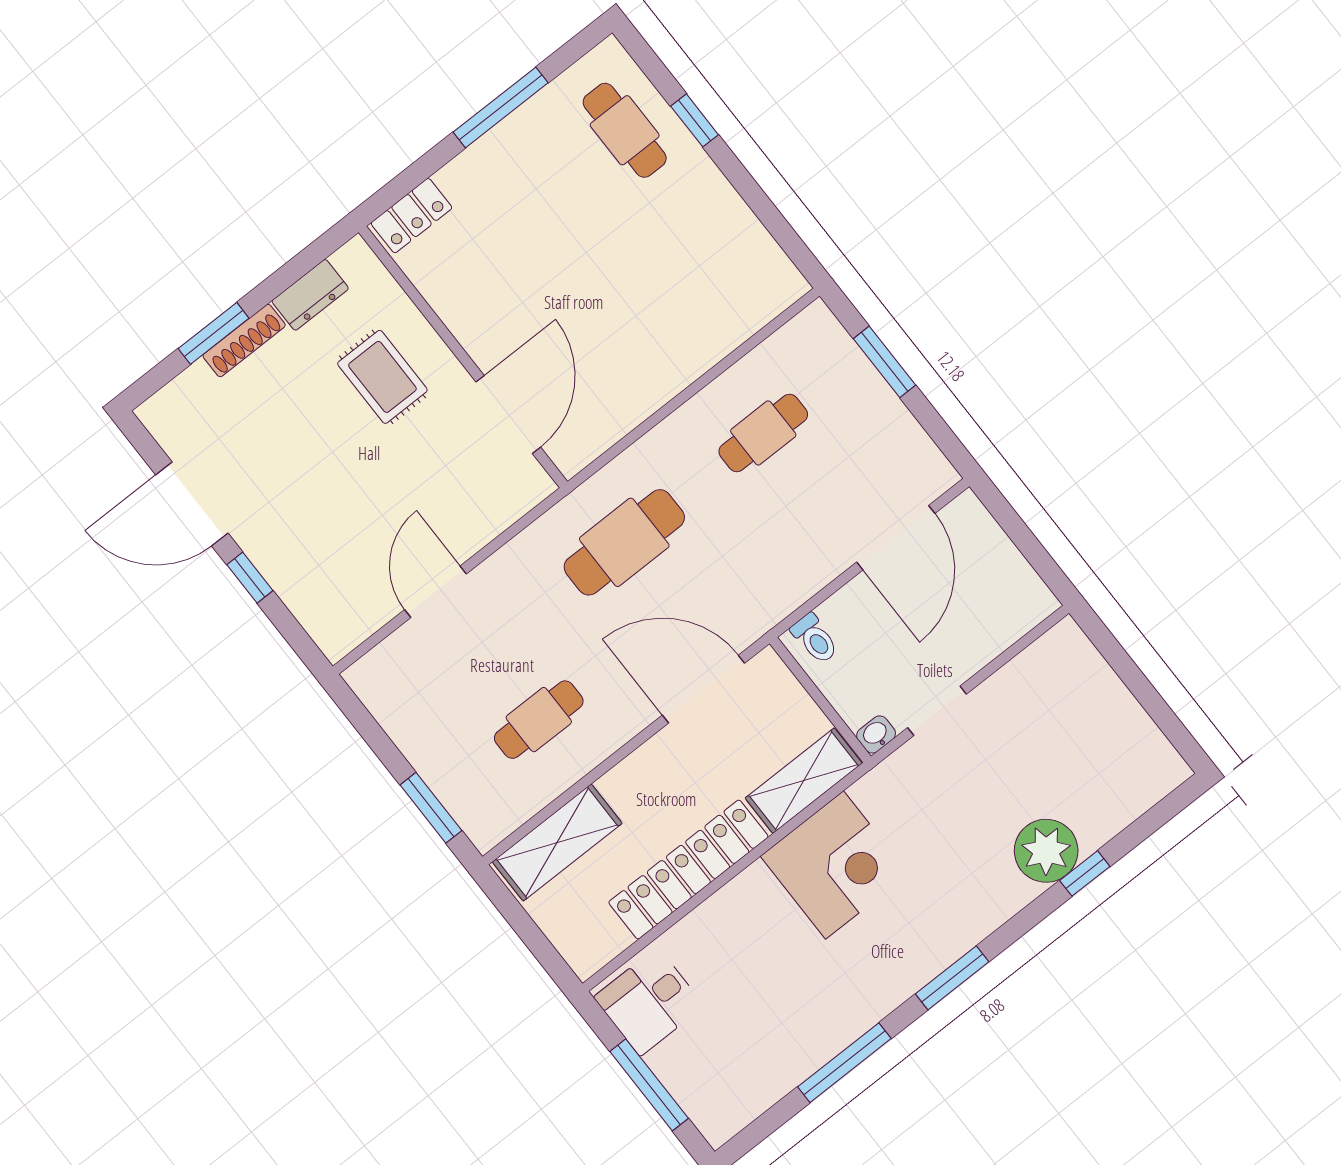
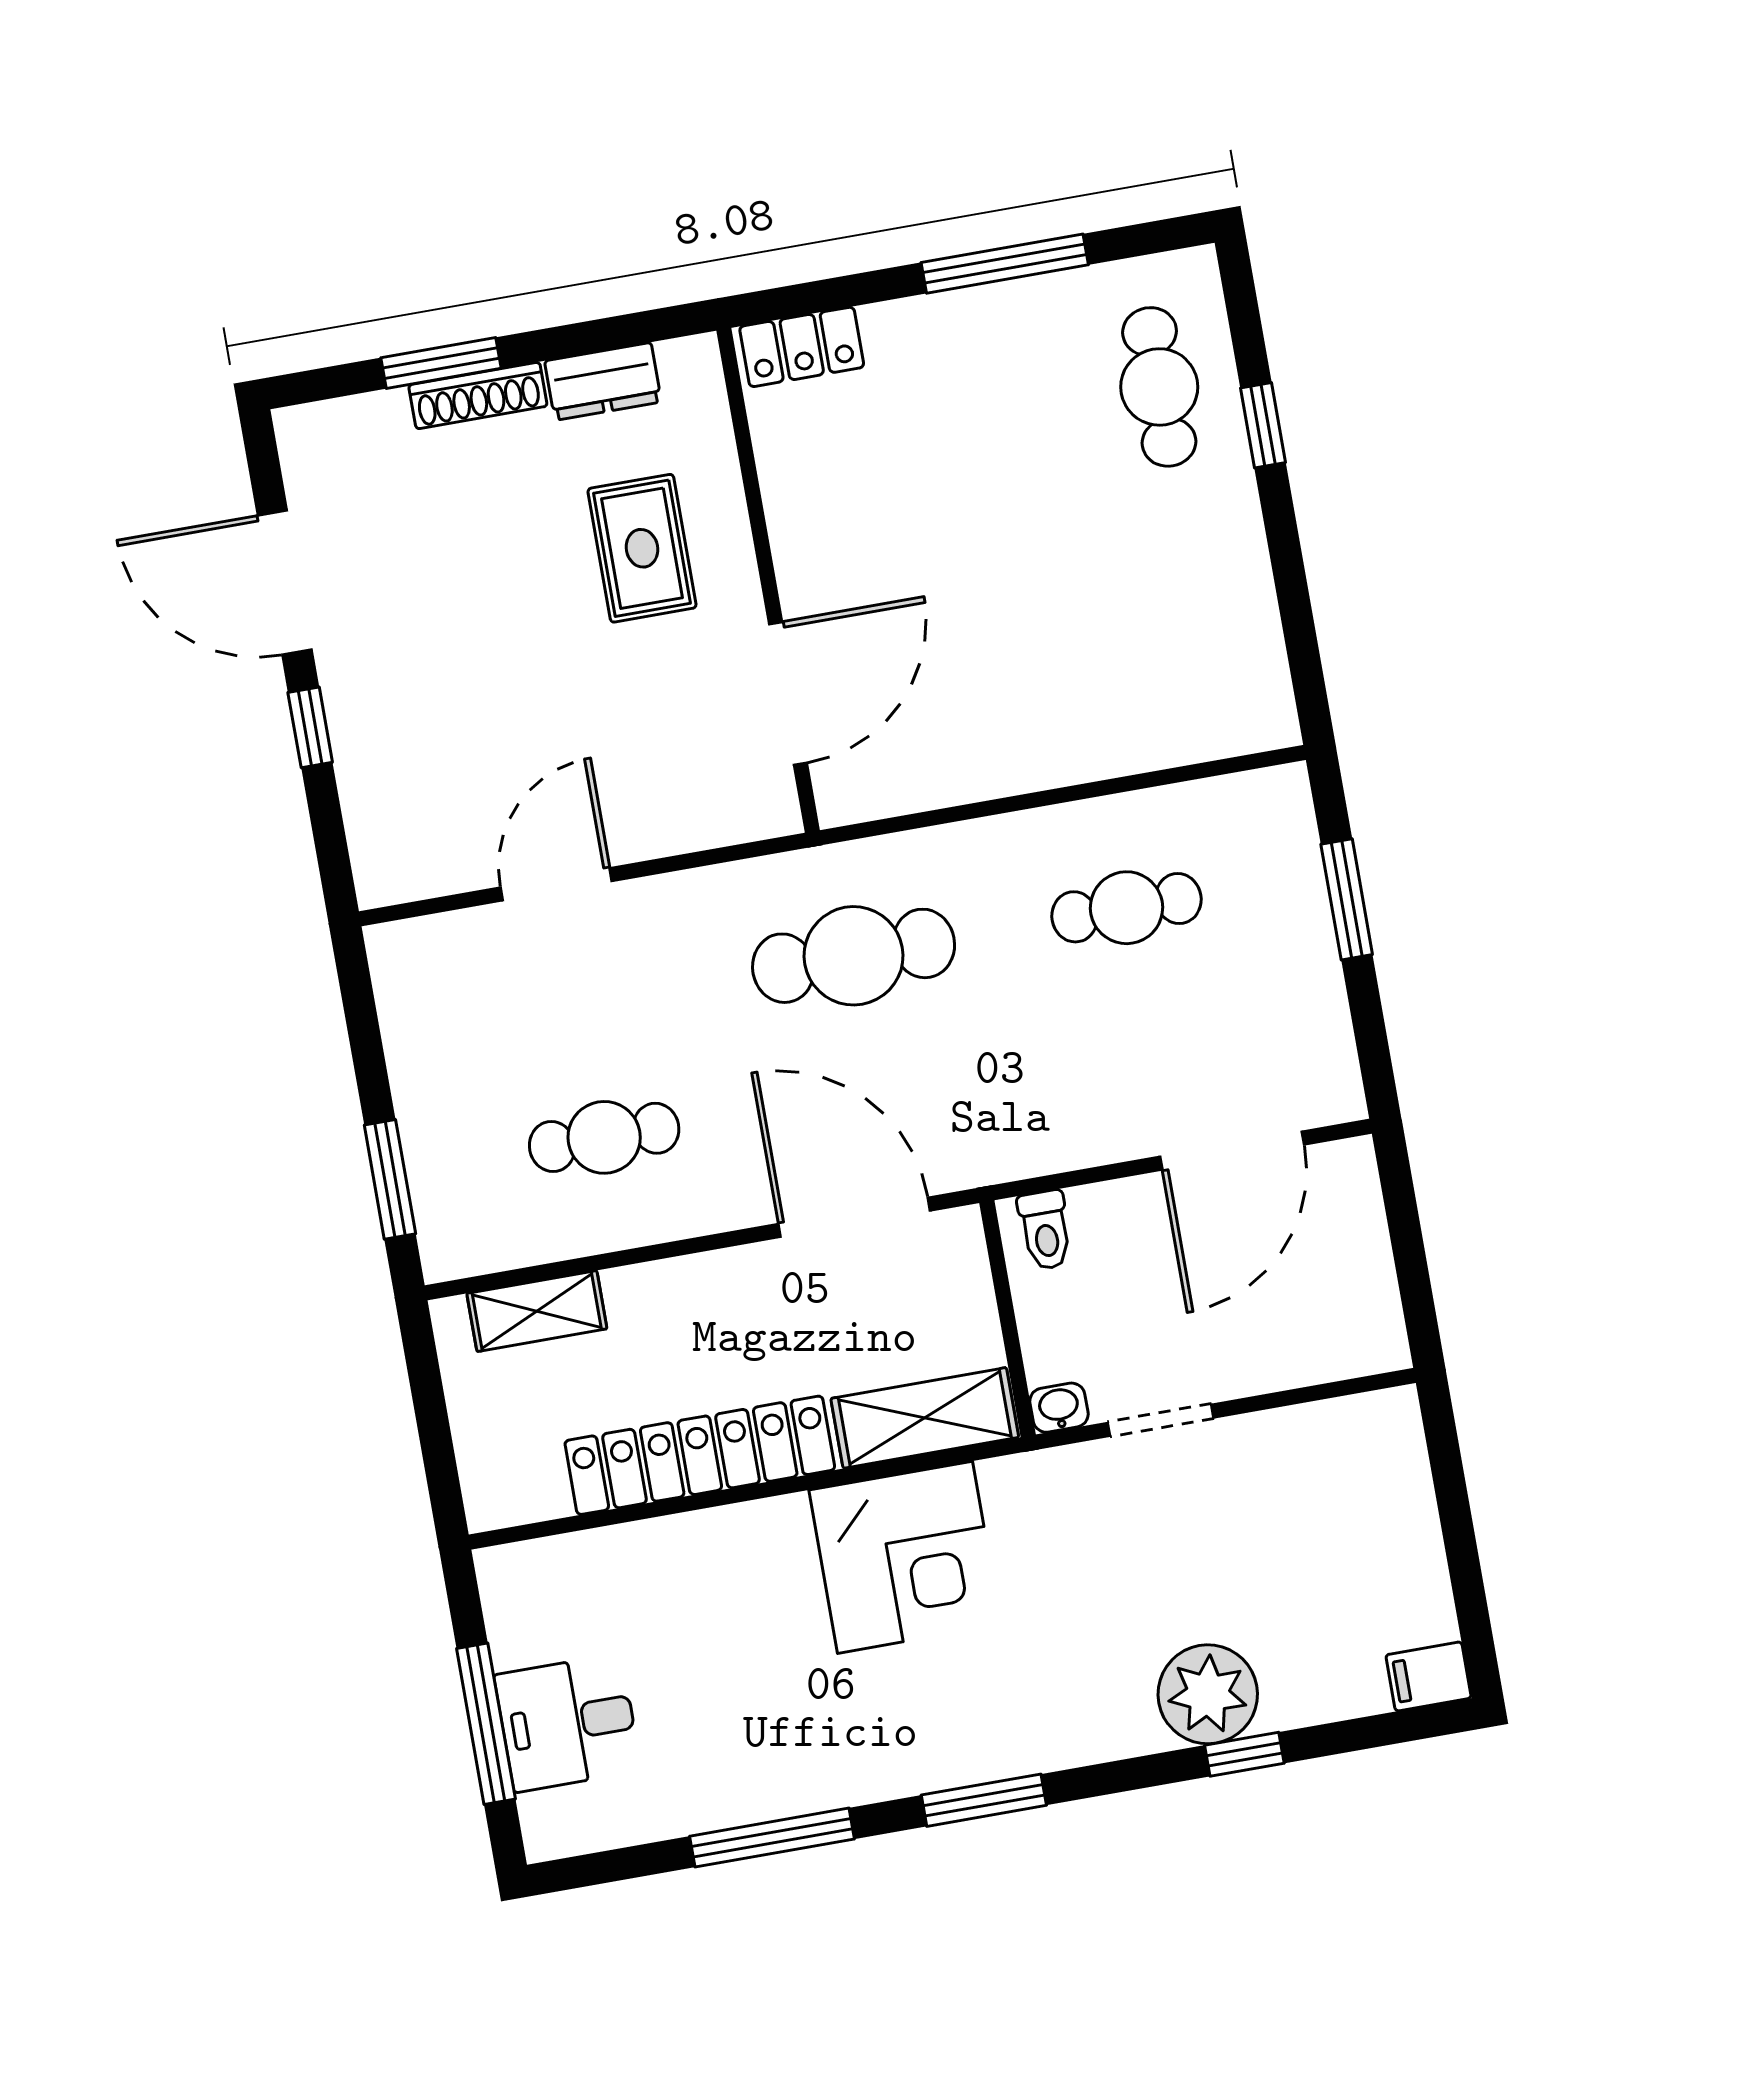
filing cabinet: (1165, 774) -> (1429, 1676), added
shelving: (557, 843) -> (537, 1311), width x0.67, depth x0.75
desk: (649, 1002) -> (568, 1723), moved

